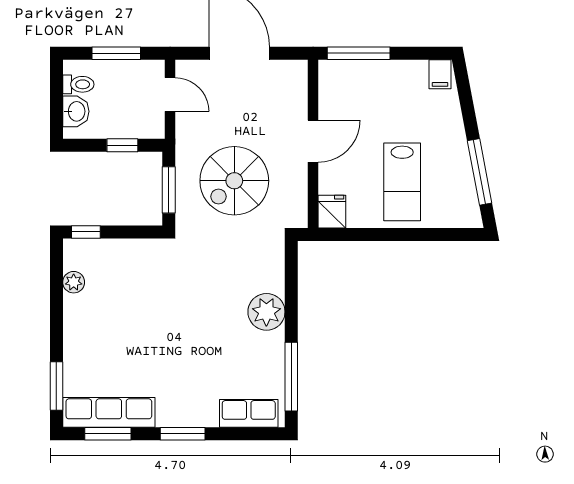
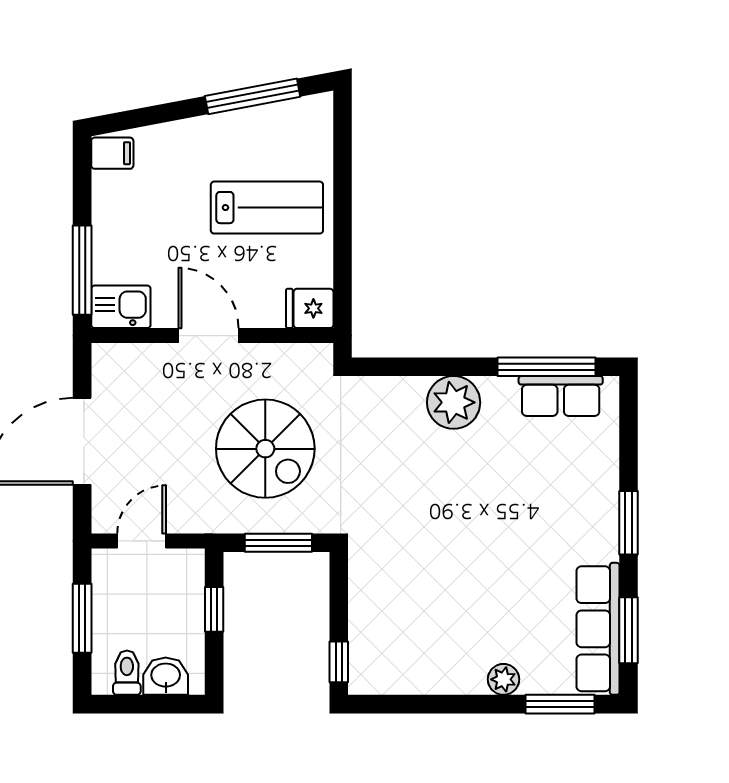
kitchen sink: (333, 80) -> (121, 307), added
plant: (74, 282) -> (503, 679), moved
row of seats: (249, 413) -> (561, 396), moved, turned -90

